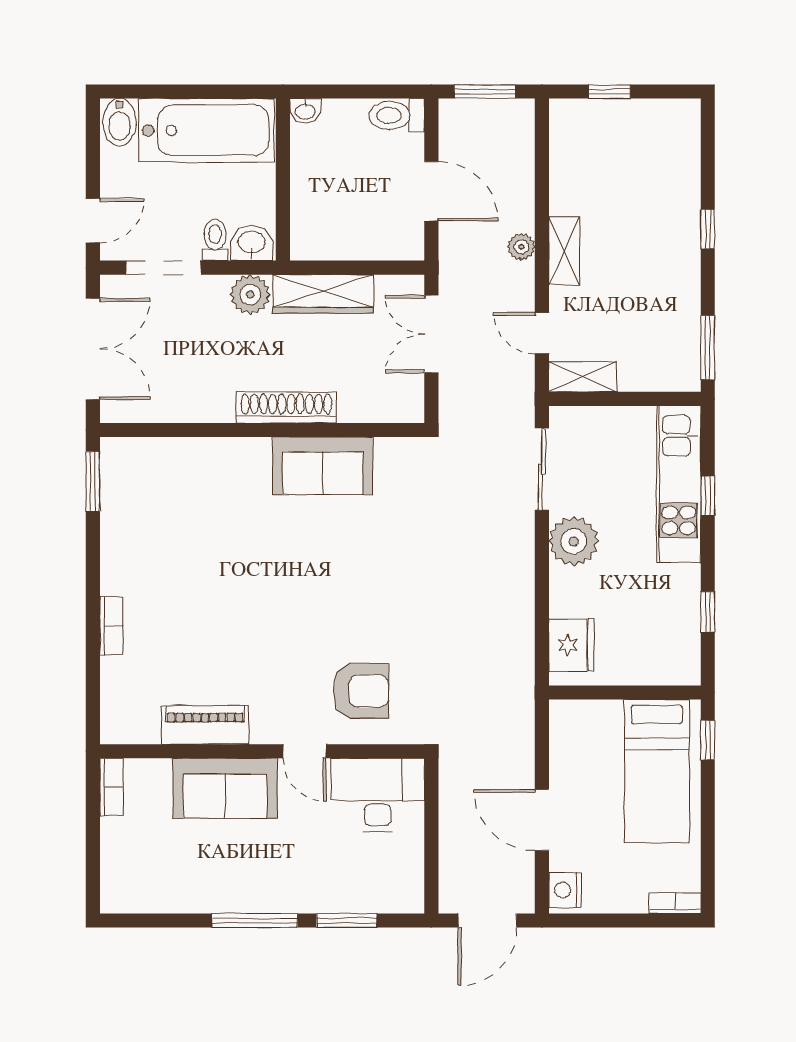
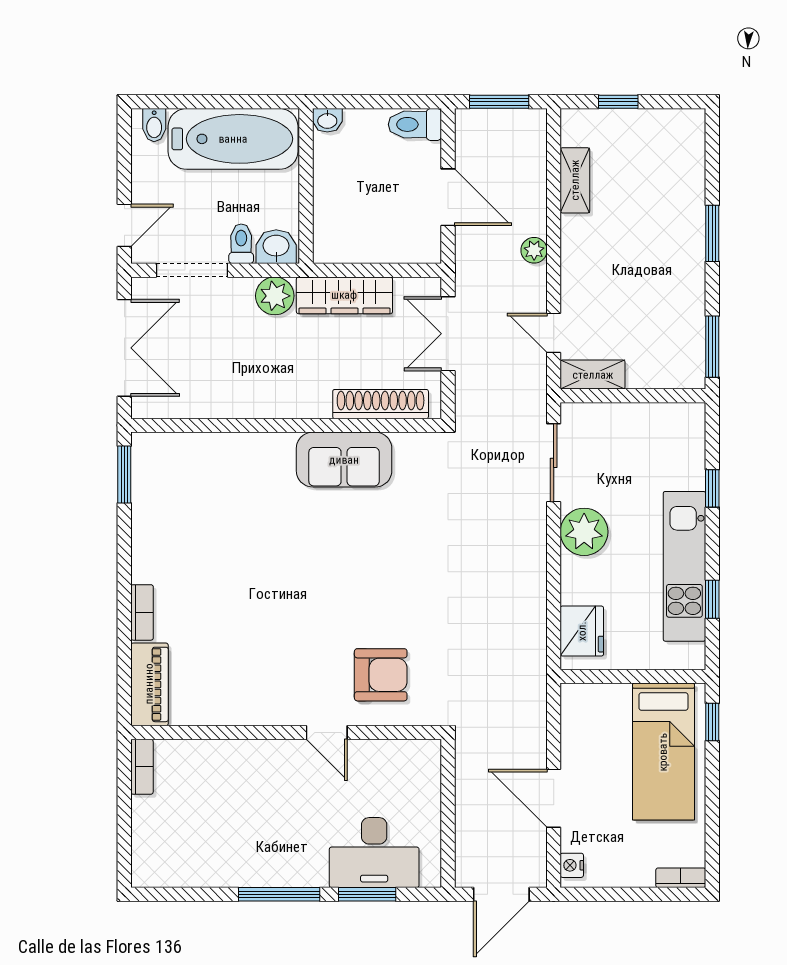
bidet: (120, 122) -> (154, 125), width x0.72, depth x0.74
window: (708, 229) -> (712, 233), width x1.50
shelving: (564, 251) -> (575, 180), moved
shoe rack: (286, 408) -> (381, 404), moved
kitchen unit: (679, 484) -> (684, 566), moved
piano: (205, 725) -> (149, 684), moved, turned 90
sofa: (225, 788) -> (251, 768), removed
desk: (378, 795) -> (374, 853), moved, turned 180
nightstand: (565, 890) -> (572, 865), width x0.72, depth x0.74

